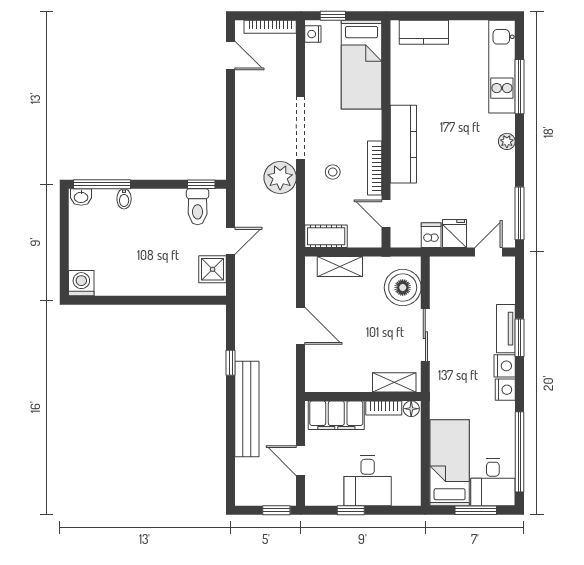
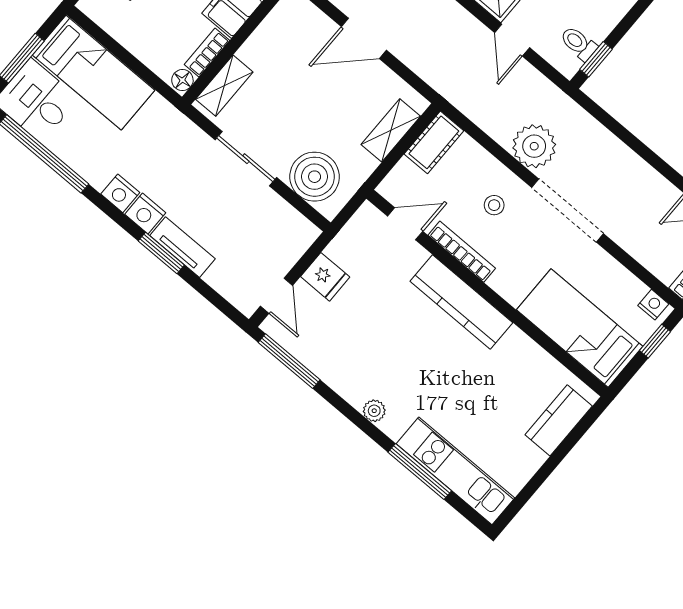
toilet: (198, 207) -> (579, 43), width x0.73, depth x0.72
dishwasher: (431, 235) -> (344, 251), removed

